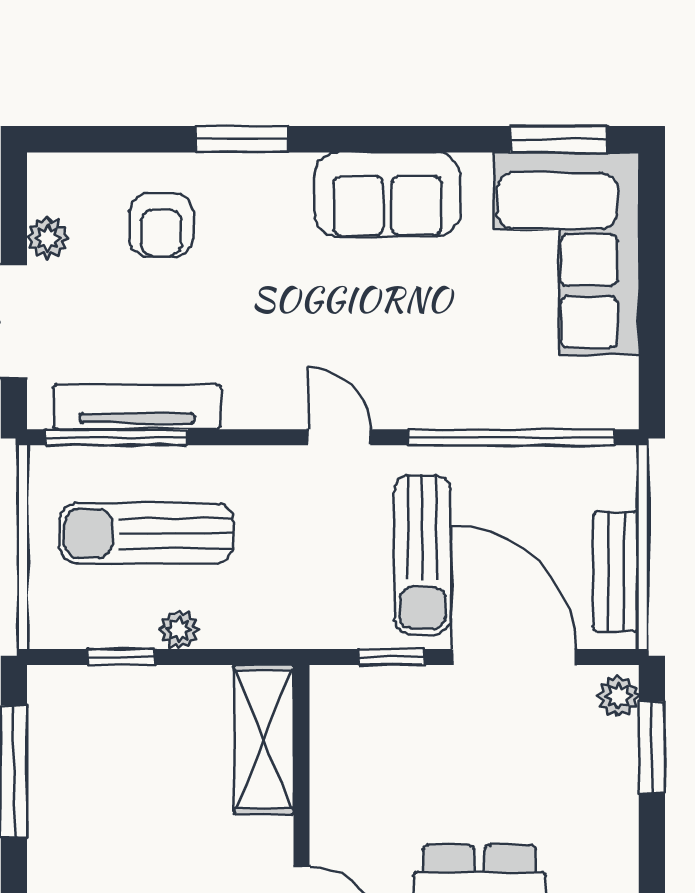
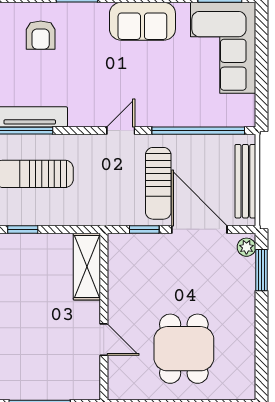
door: (339, 437) -> (121, 131), hinge flipped
bench: (616, 572) -> (245, 181), width x1.36
plant: (179, 630) -> (49, 217), removed

